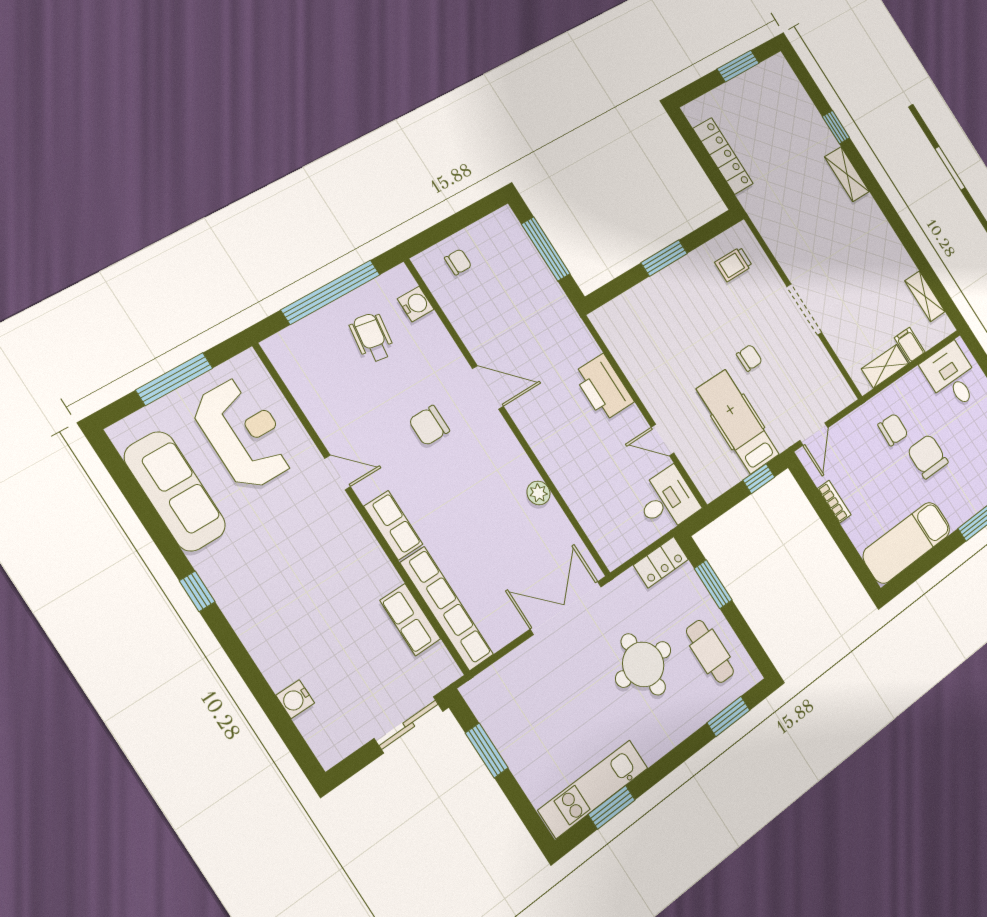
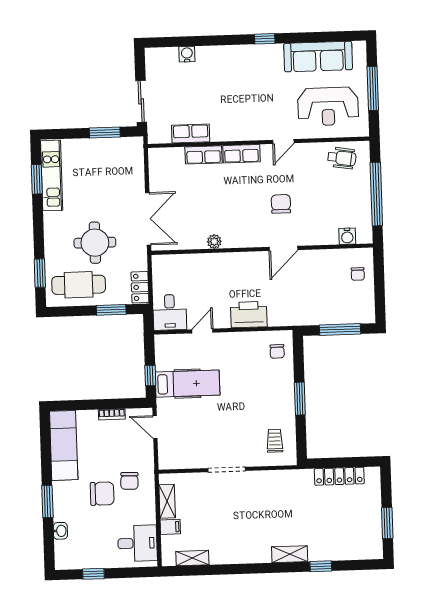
wheelchair: (372, 338) -> (342, 158), moved
chair: (749, 358) -> (277, 351), moved
row of seats: (447, 609) -> (204, 155), width x0.50
cafe table: (710, 651) -> (79, 285), width x1.37, depth x1.35

